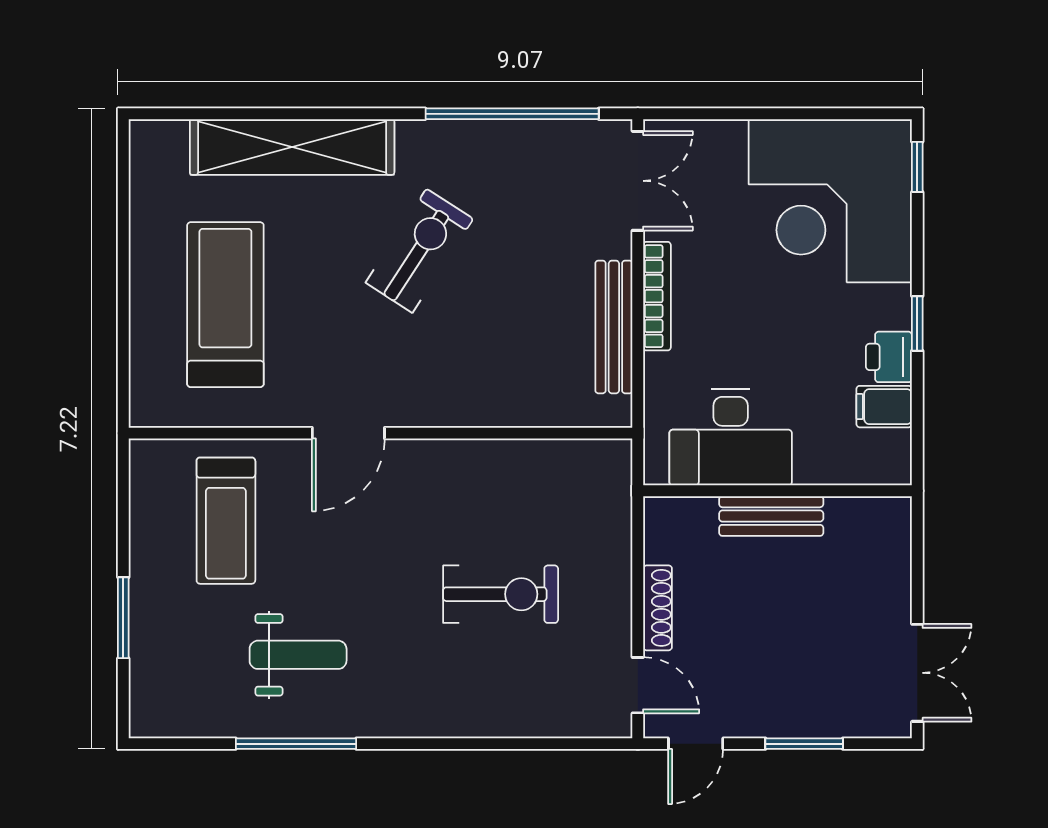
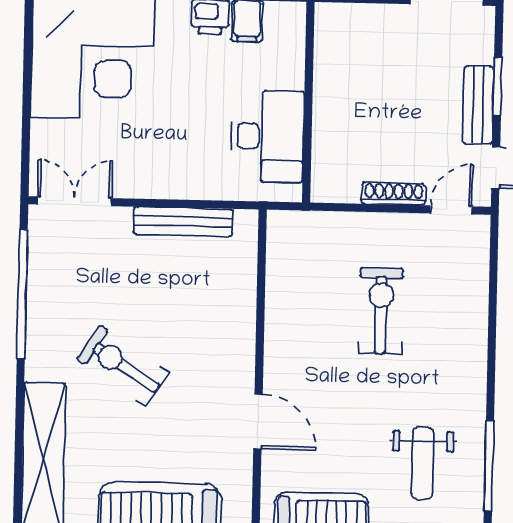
bookcase: (657, 296) -> (161, 189), removed
bench: (771, 516) -> (478, 105), moved
weight bench: (298, 655) -> (423, 463), turned 180

